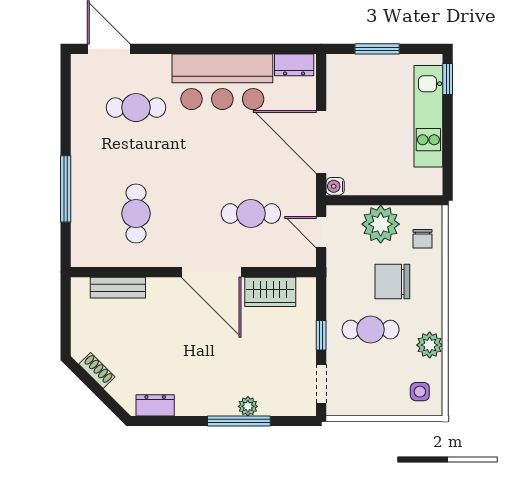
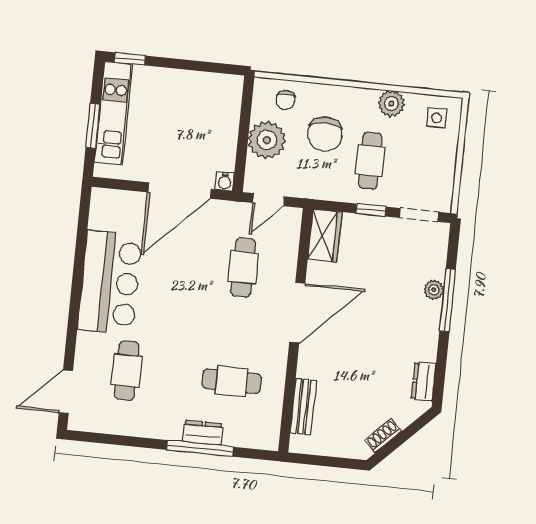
dresser: (294, 65) -> (203, 433), moved, turned -90
kitchen unit: (428, 116) -> (113, 113), moved, turned -90
chair: (422, 239) -> (286, 100), turned 90
wardrobe: (270, 292) -> (325, 236), moved

